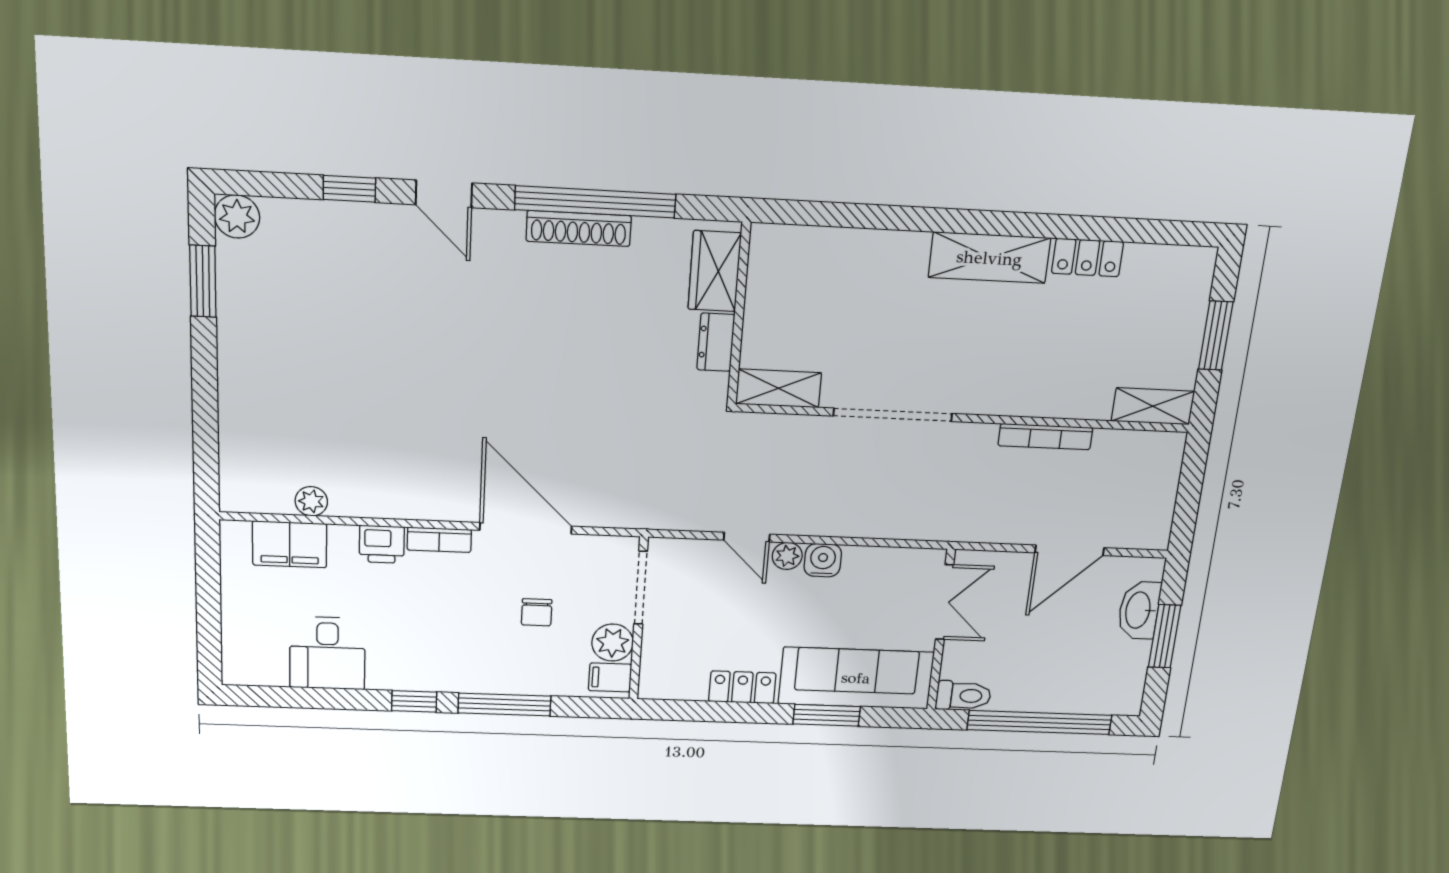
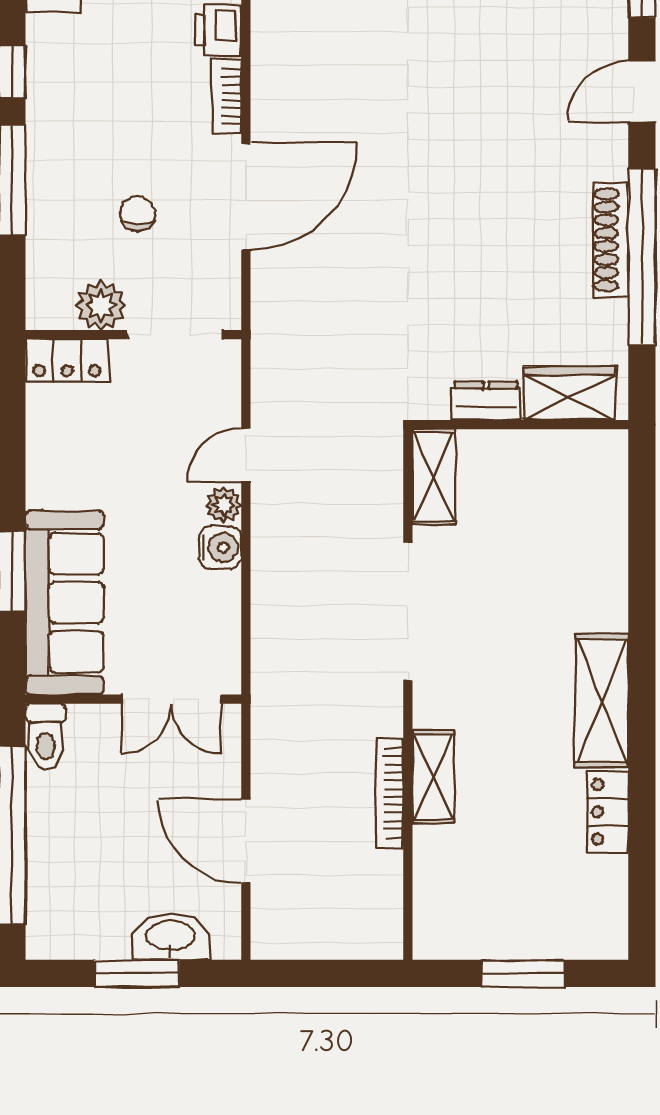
shelving: (1153, 406) -> (433, 777), moved
chair: (537, 612) -> (137, 213), turned 90
filing cabinet: (610, 677) -> (54, 305), removed
locker: (742, 687) -> (67, 360), moved, turned 90

